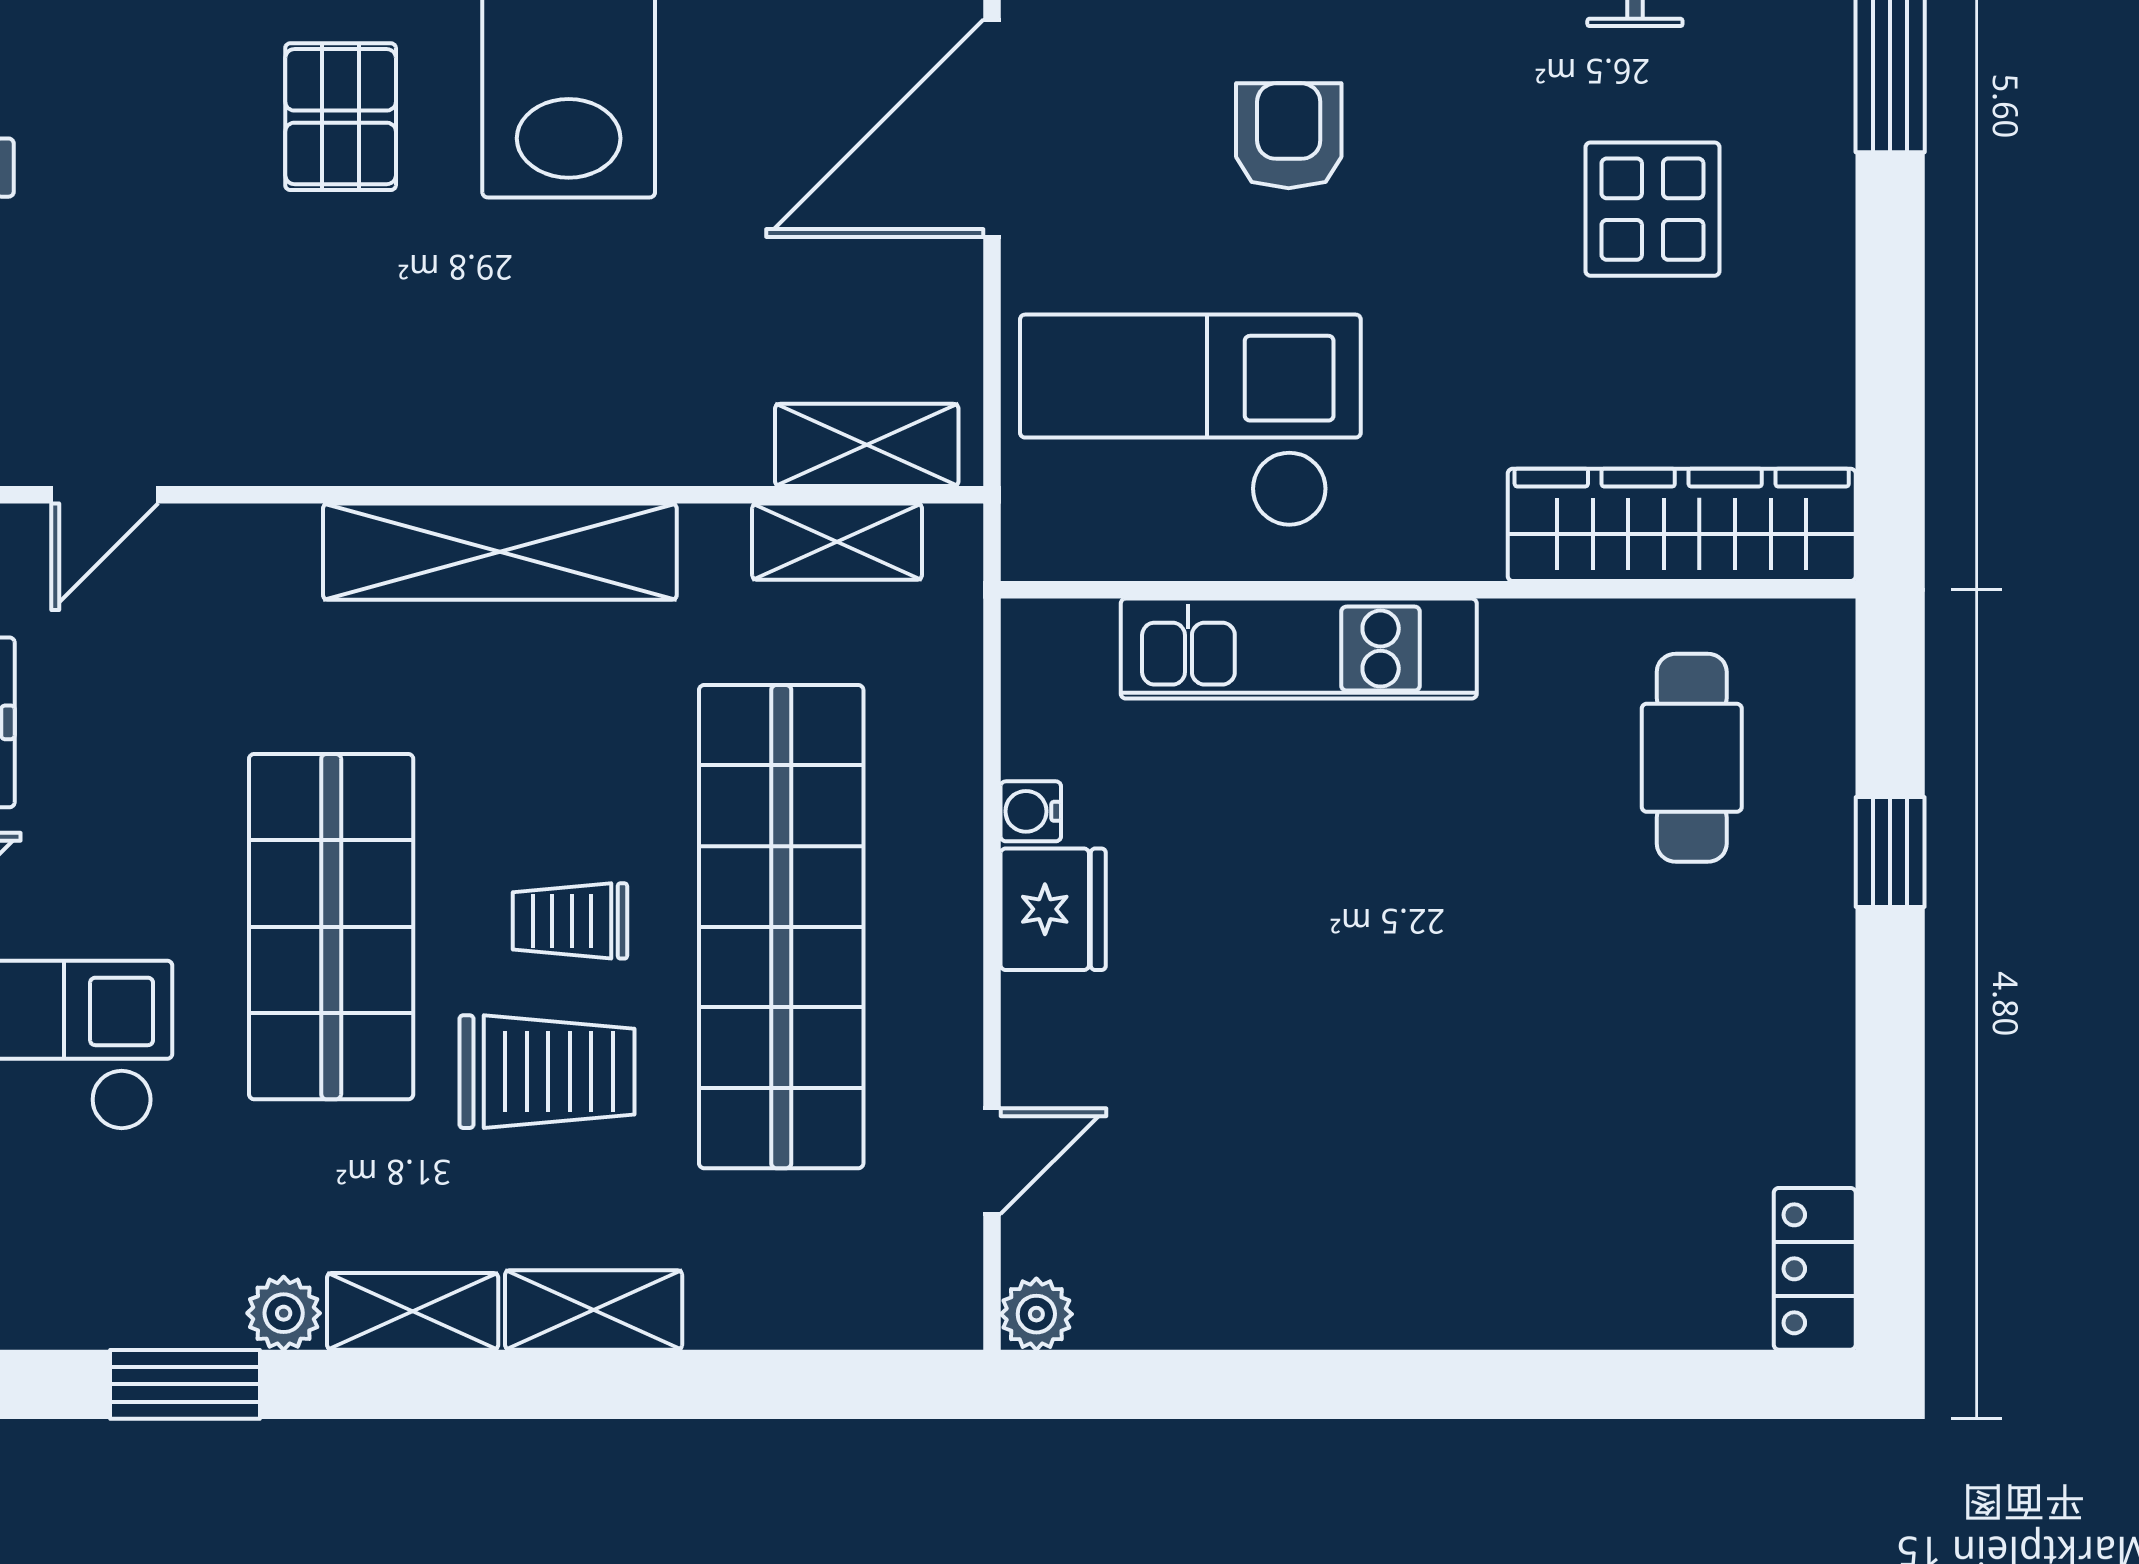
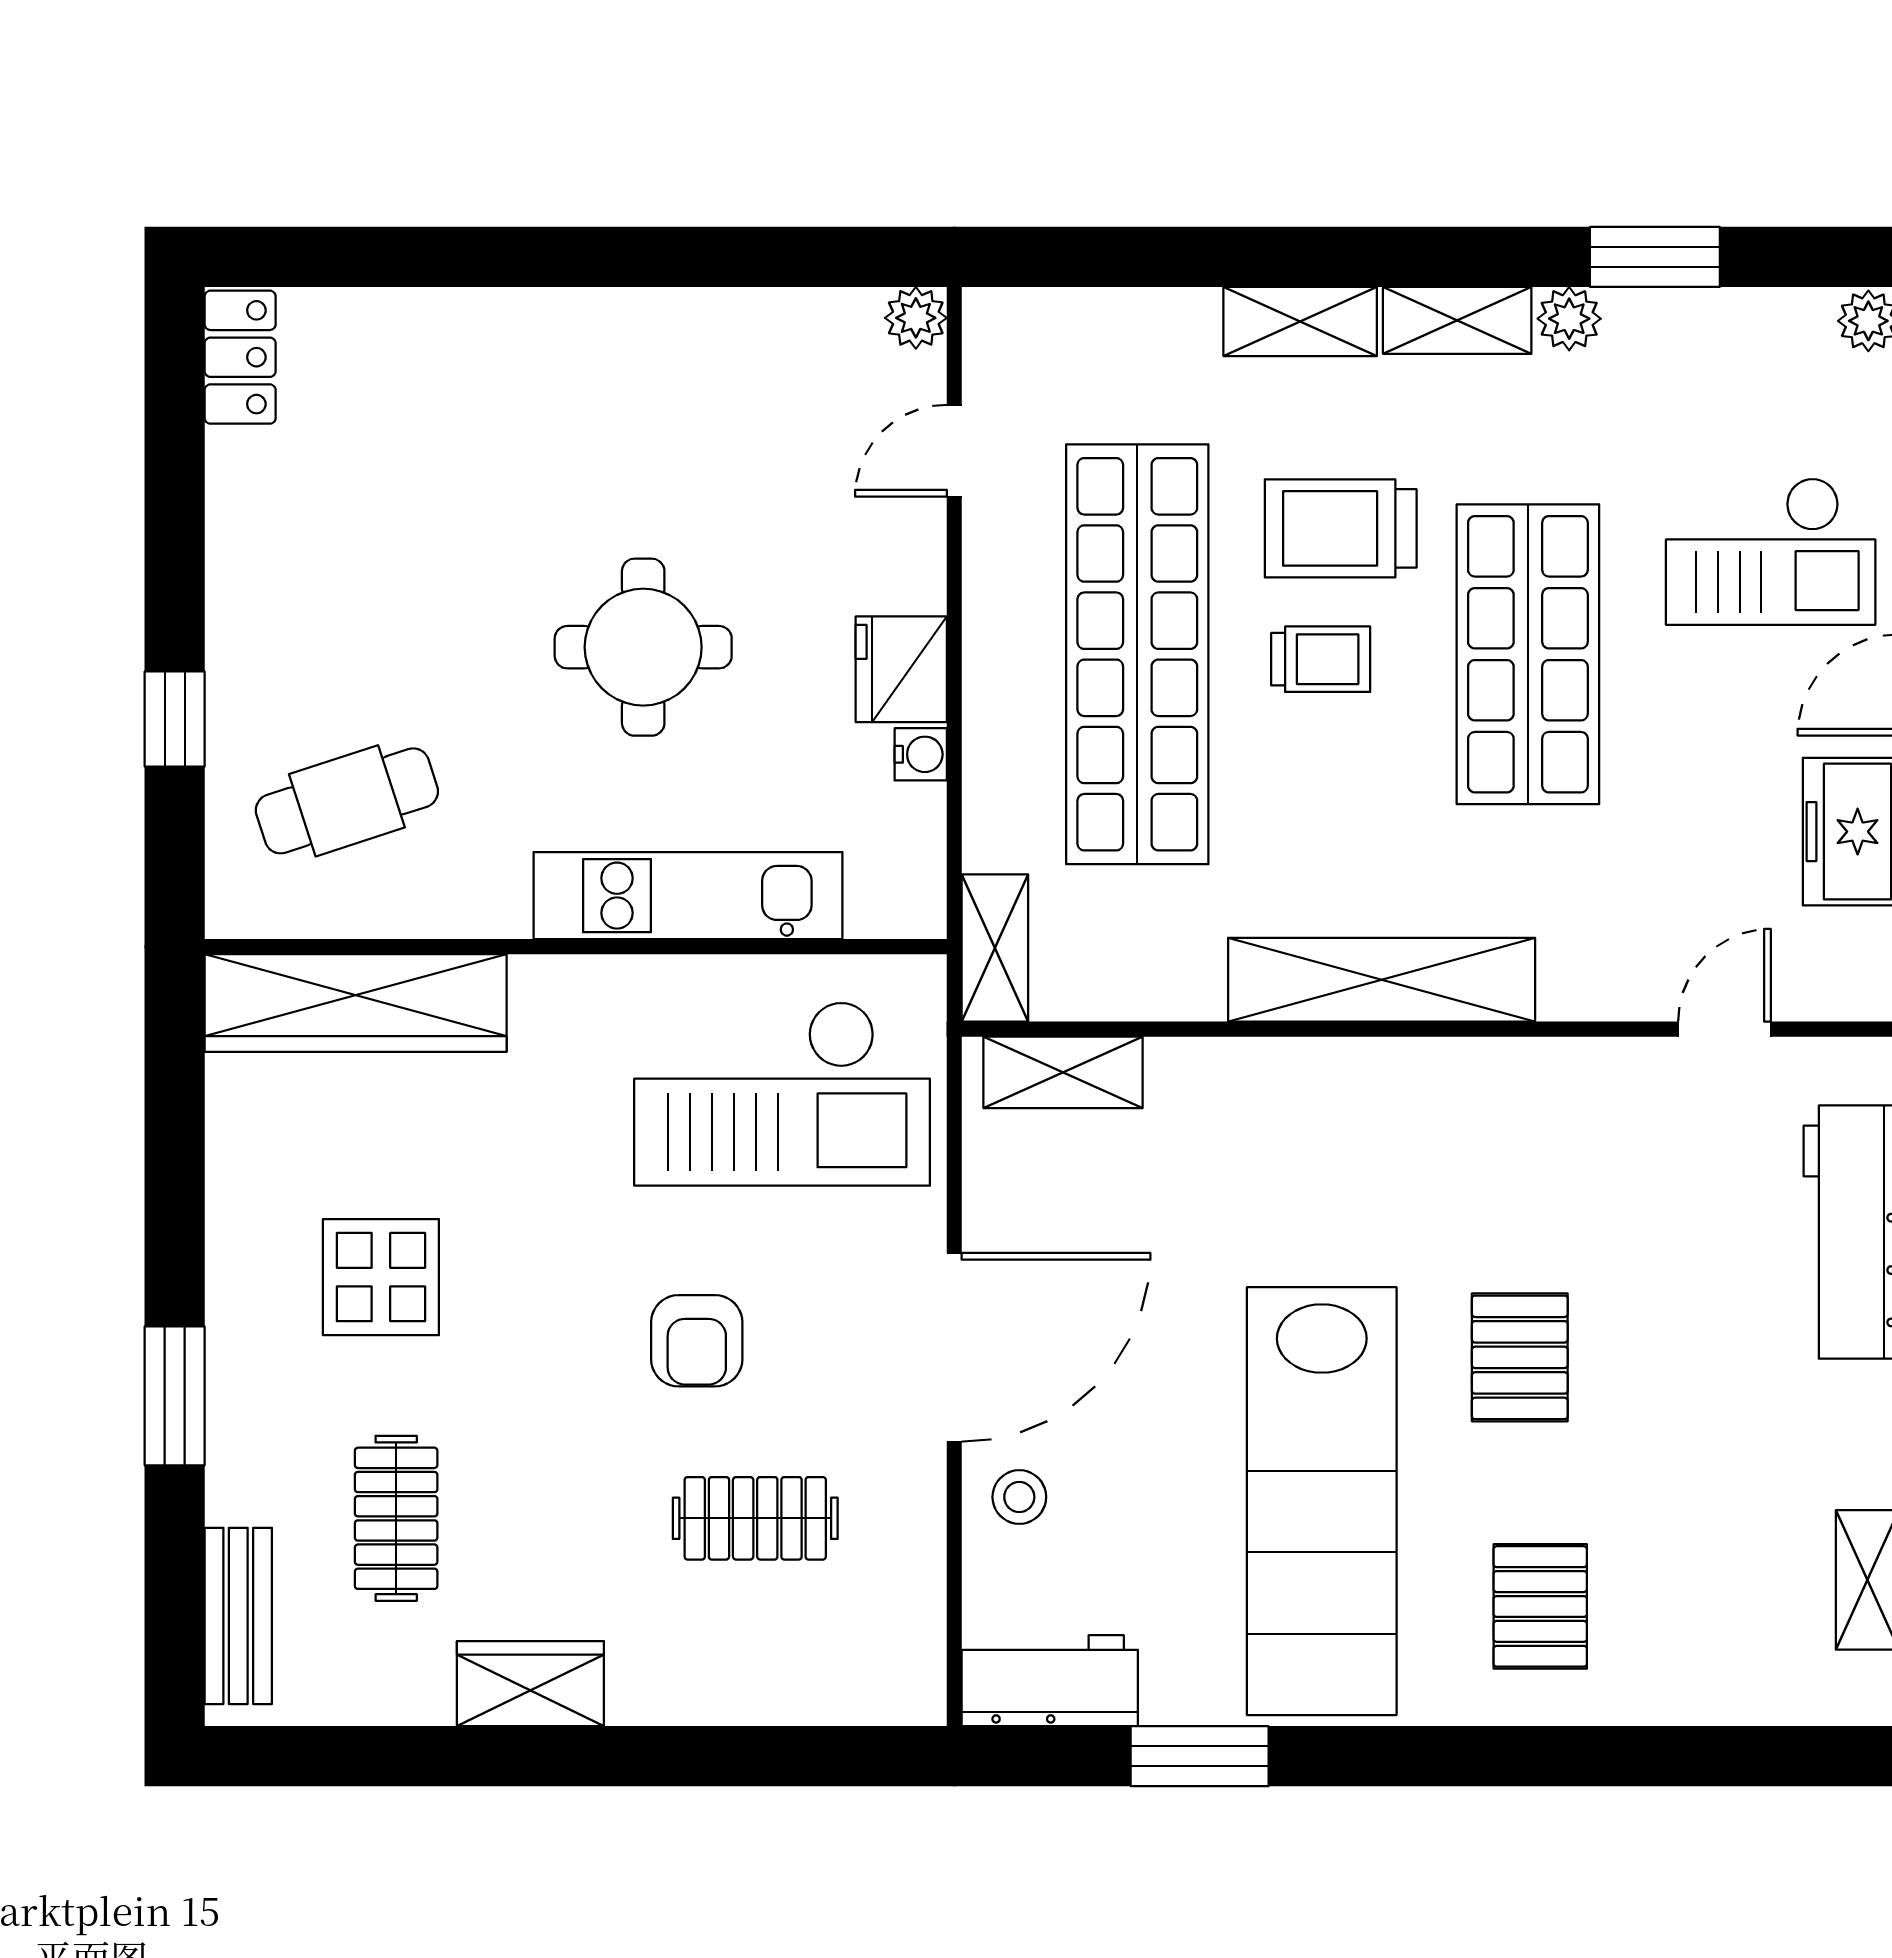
shelving: (837, 542) -> (995, 948), moved, turned 90
cafe table: (1692, 758) -> (347, 801), turned 72
round table: (1350, 935) -> (643, 647), added

